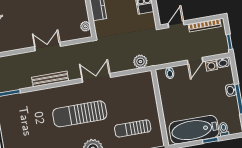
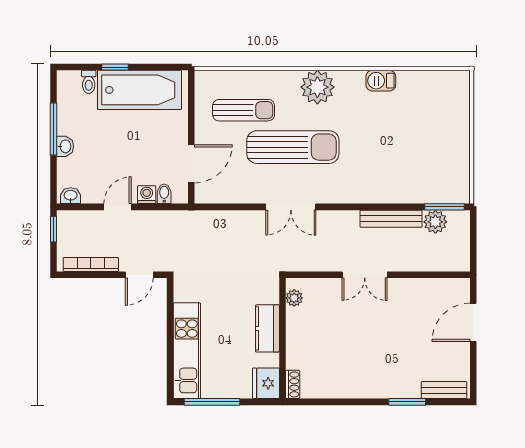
plant: (140, 62) -> (435, 222), moved
washing machine: (211, 65) -> (147, 195), moved
bench: (50, 79) -> (391, 219), moved
door: (157, 93) -> (191, 164), added
sun lounger: (80, 114) -> (293, 147), moved

